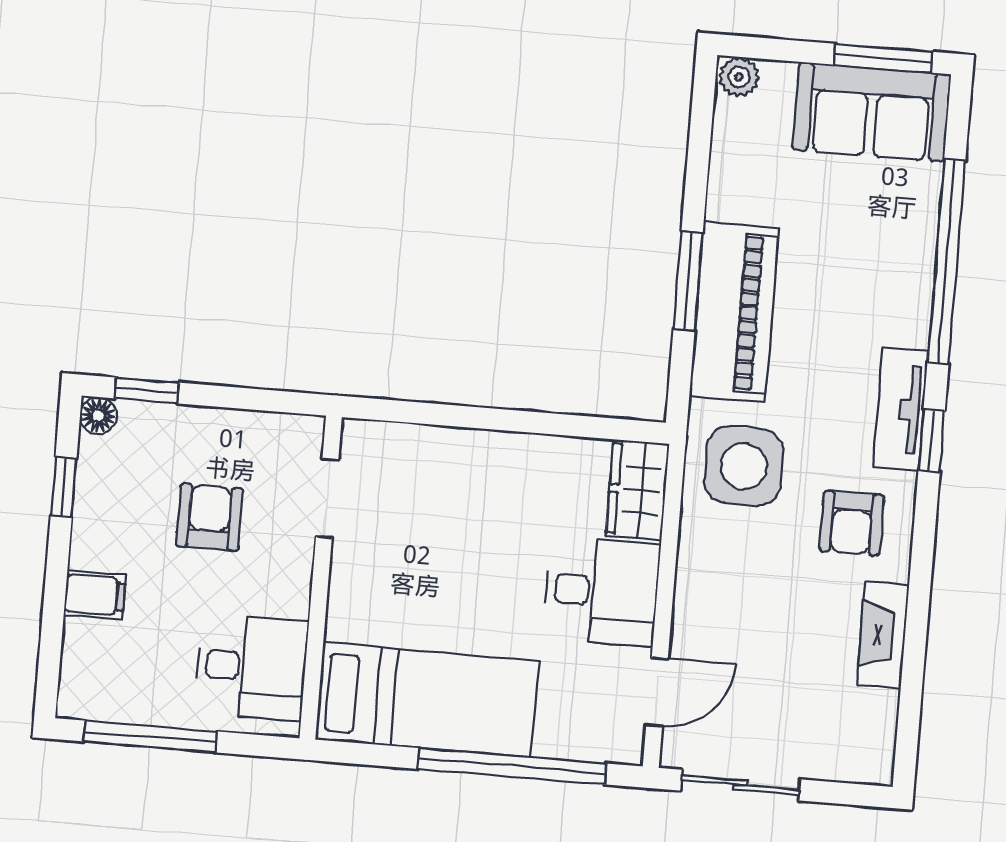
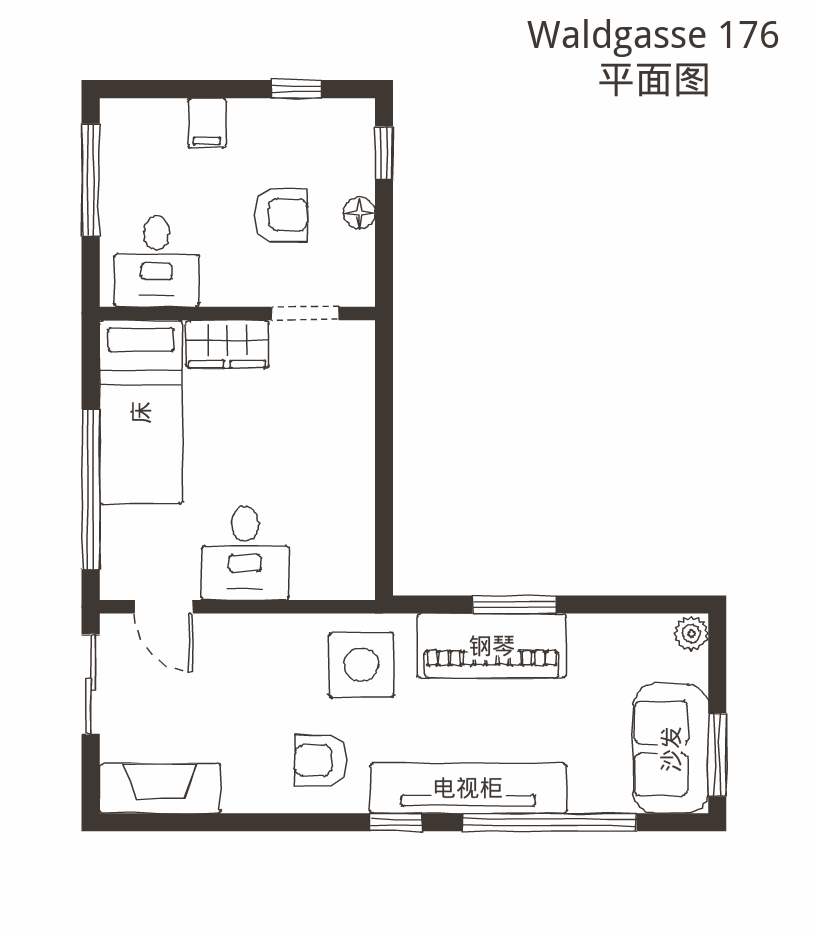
tv unit: (901, 409) -> (468, 788), width x1.92, depth x1.29
floor lamp: (98, 415) -> (359, 213), moved
wardrobe: (637, 490) -> (227, 344), moved, turned 180
fireplace: (883, 635) -> (160, 788), moved, width x1.37, depth x1.32

